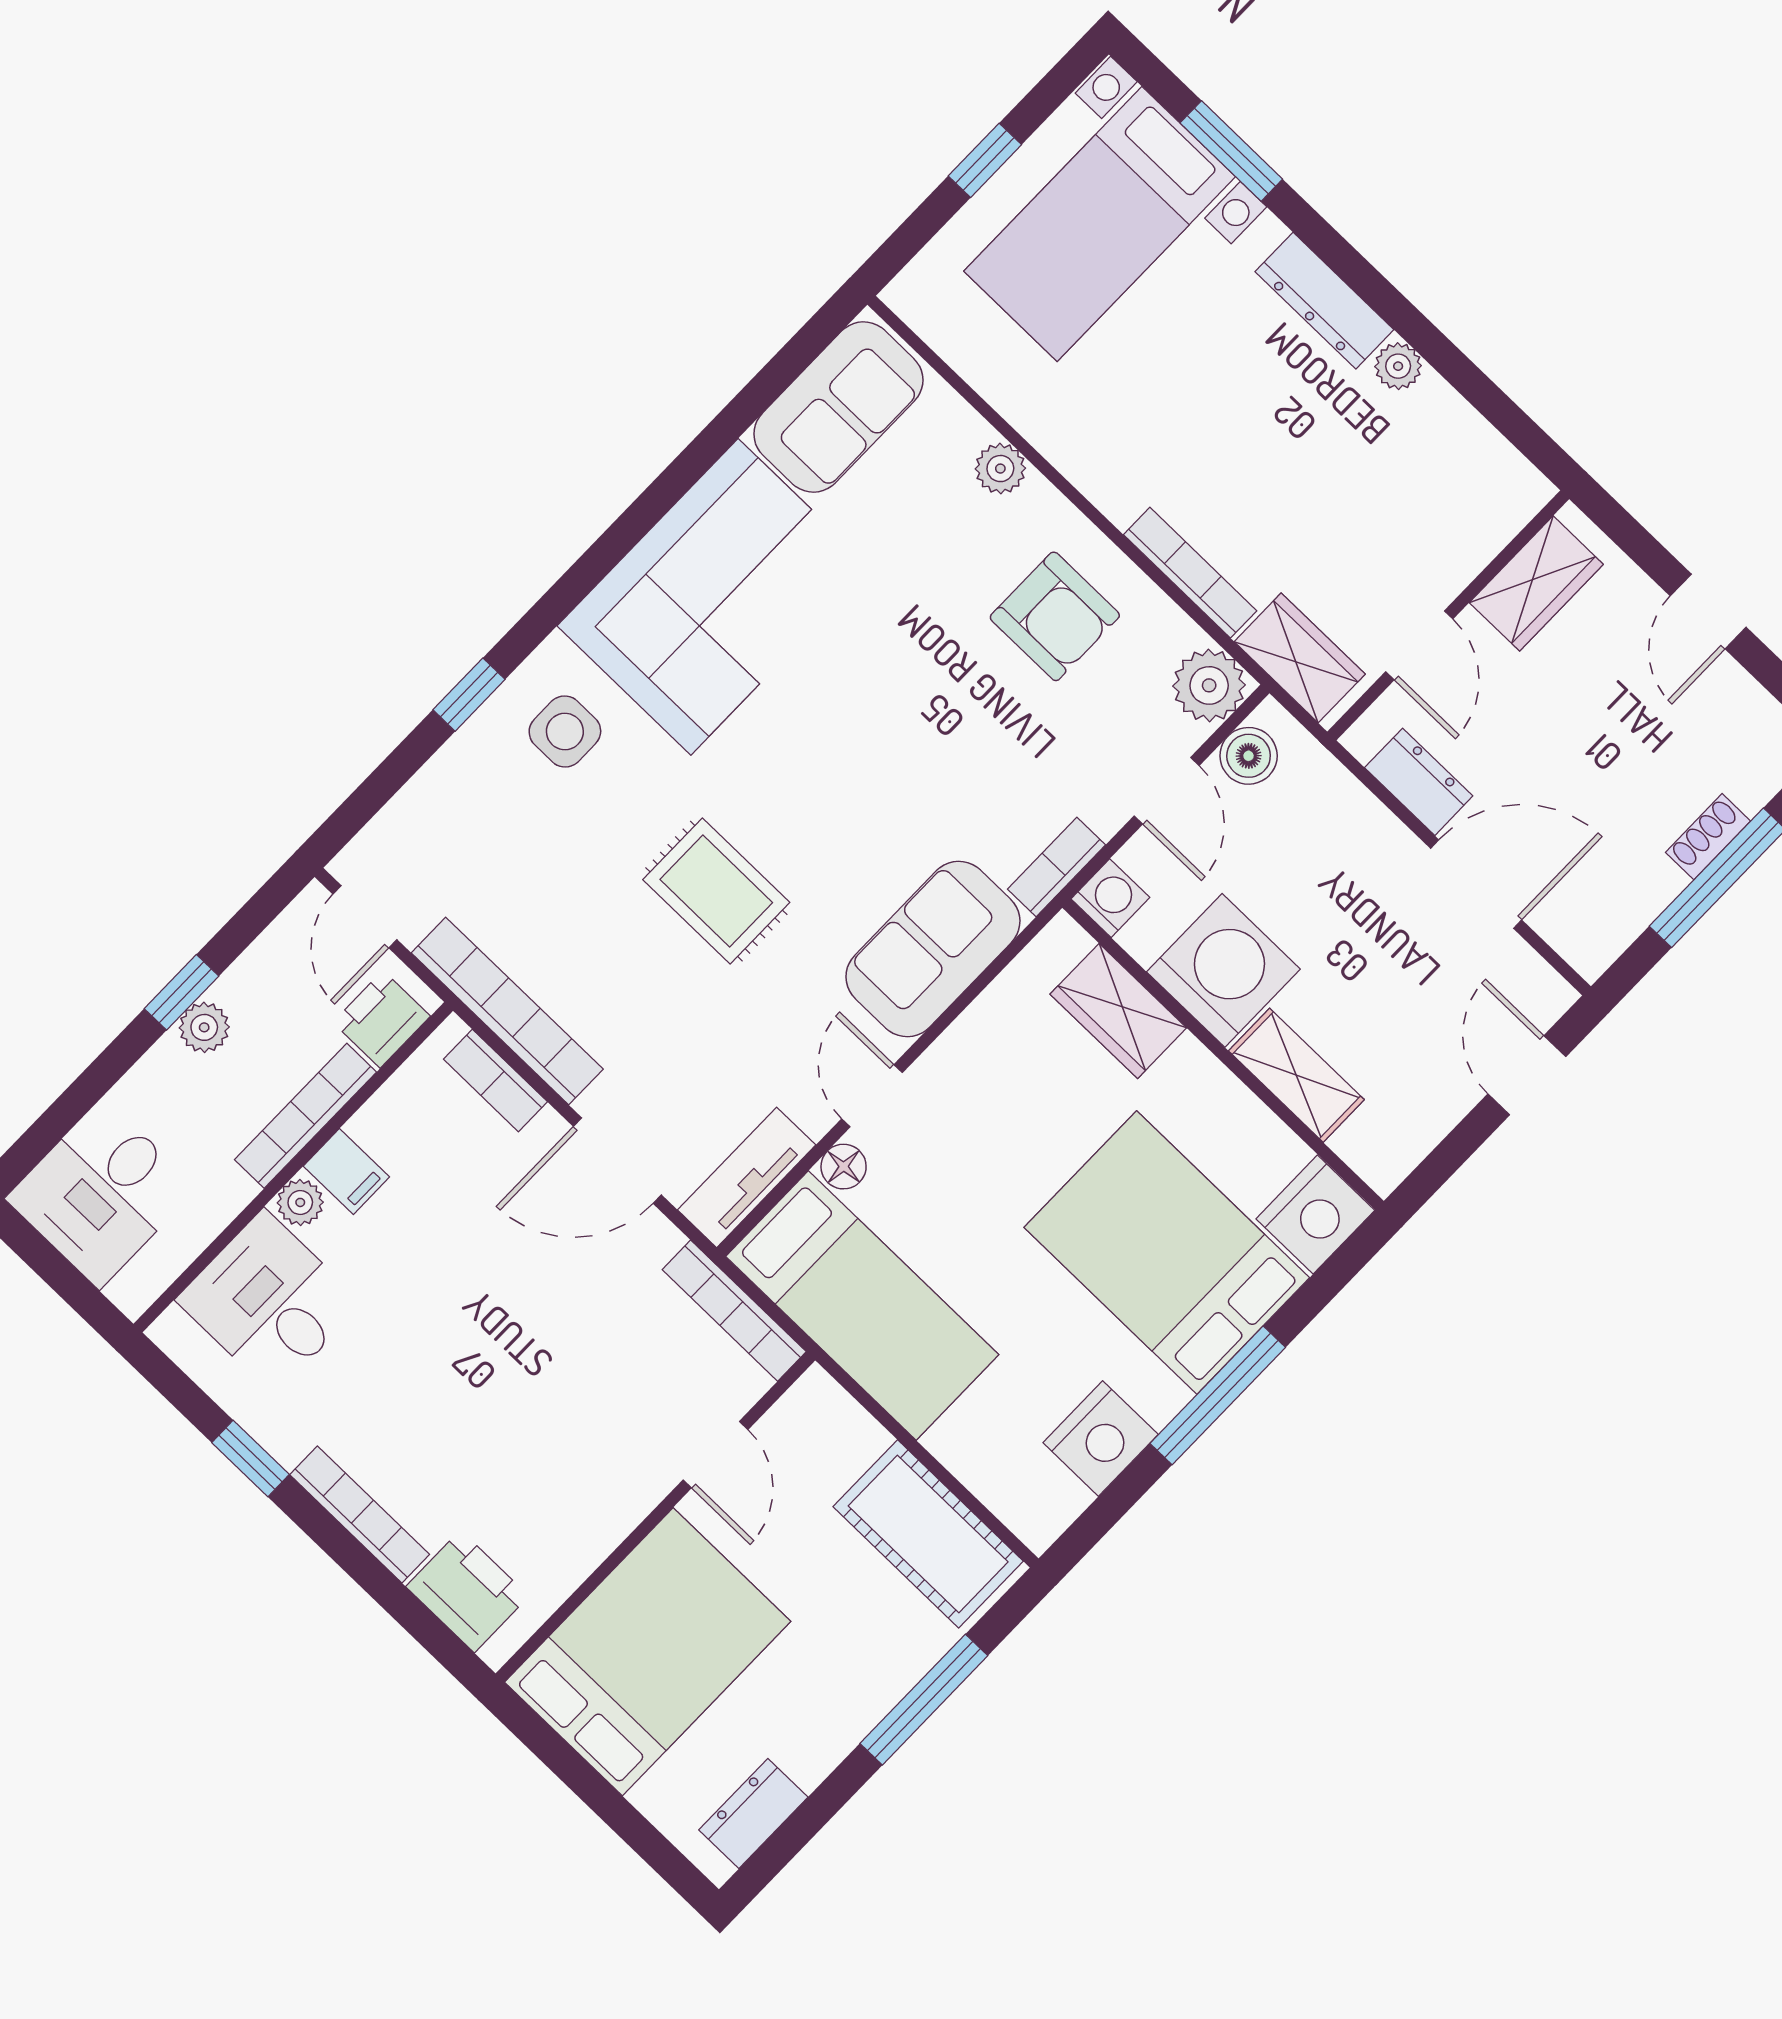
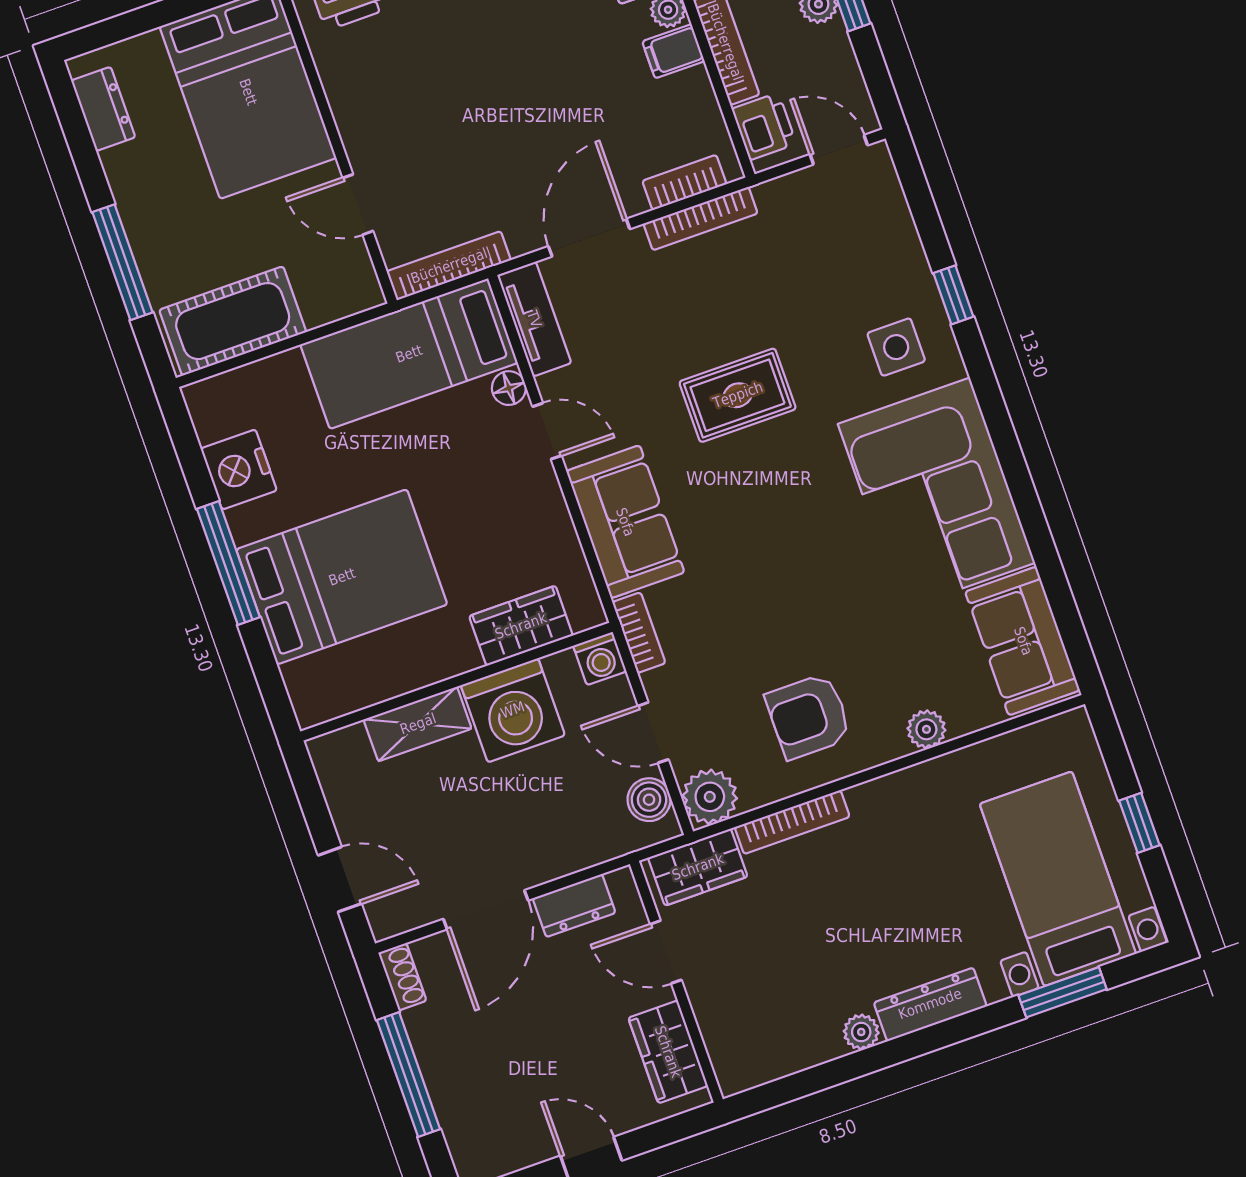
shoe rack: (1708, 837) -> (402, 977), moved
bookcase: (507, 1011) -> (701, 219), width x0.68, depth x0.76
nightstand: (1315, 1215) -> (317, 690), removed

